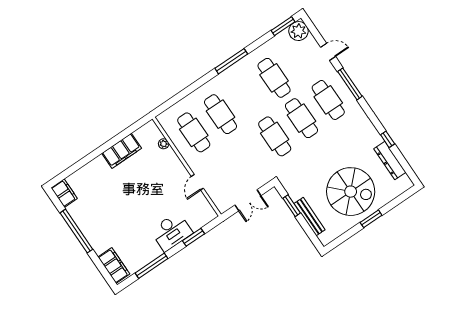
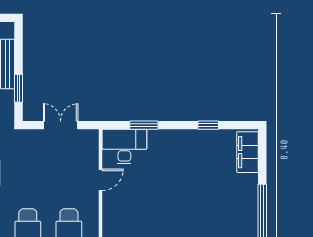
desk: (171, 232) -> (124, 147), moved
window: (151, 266) -> (208, 125), width x0.46

